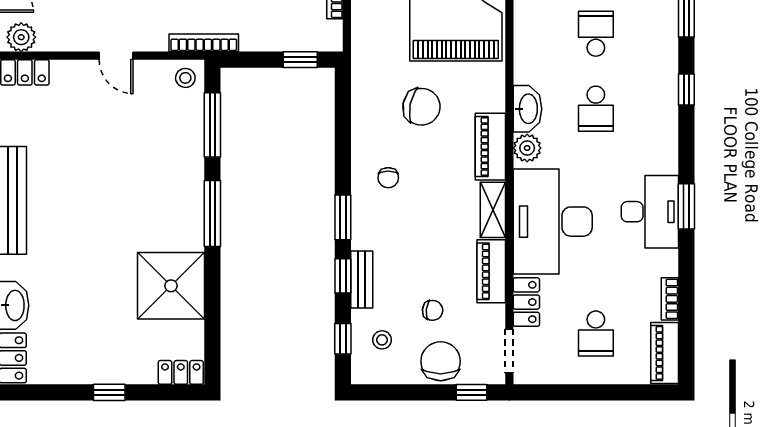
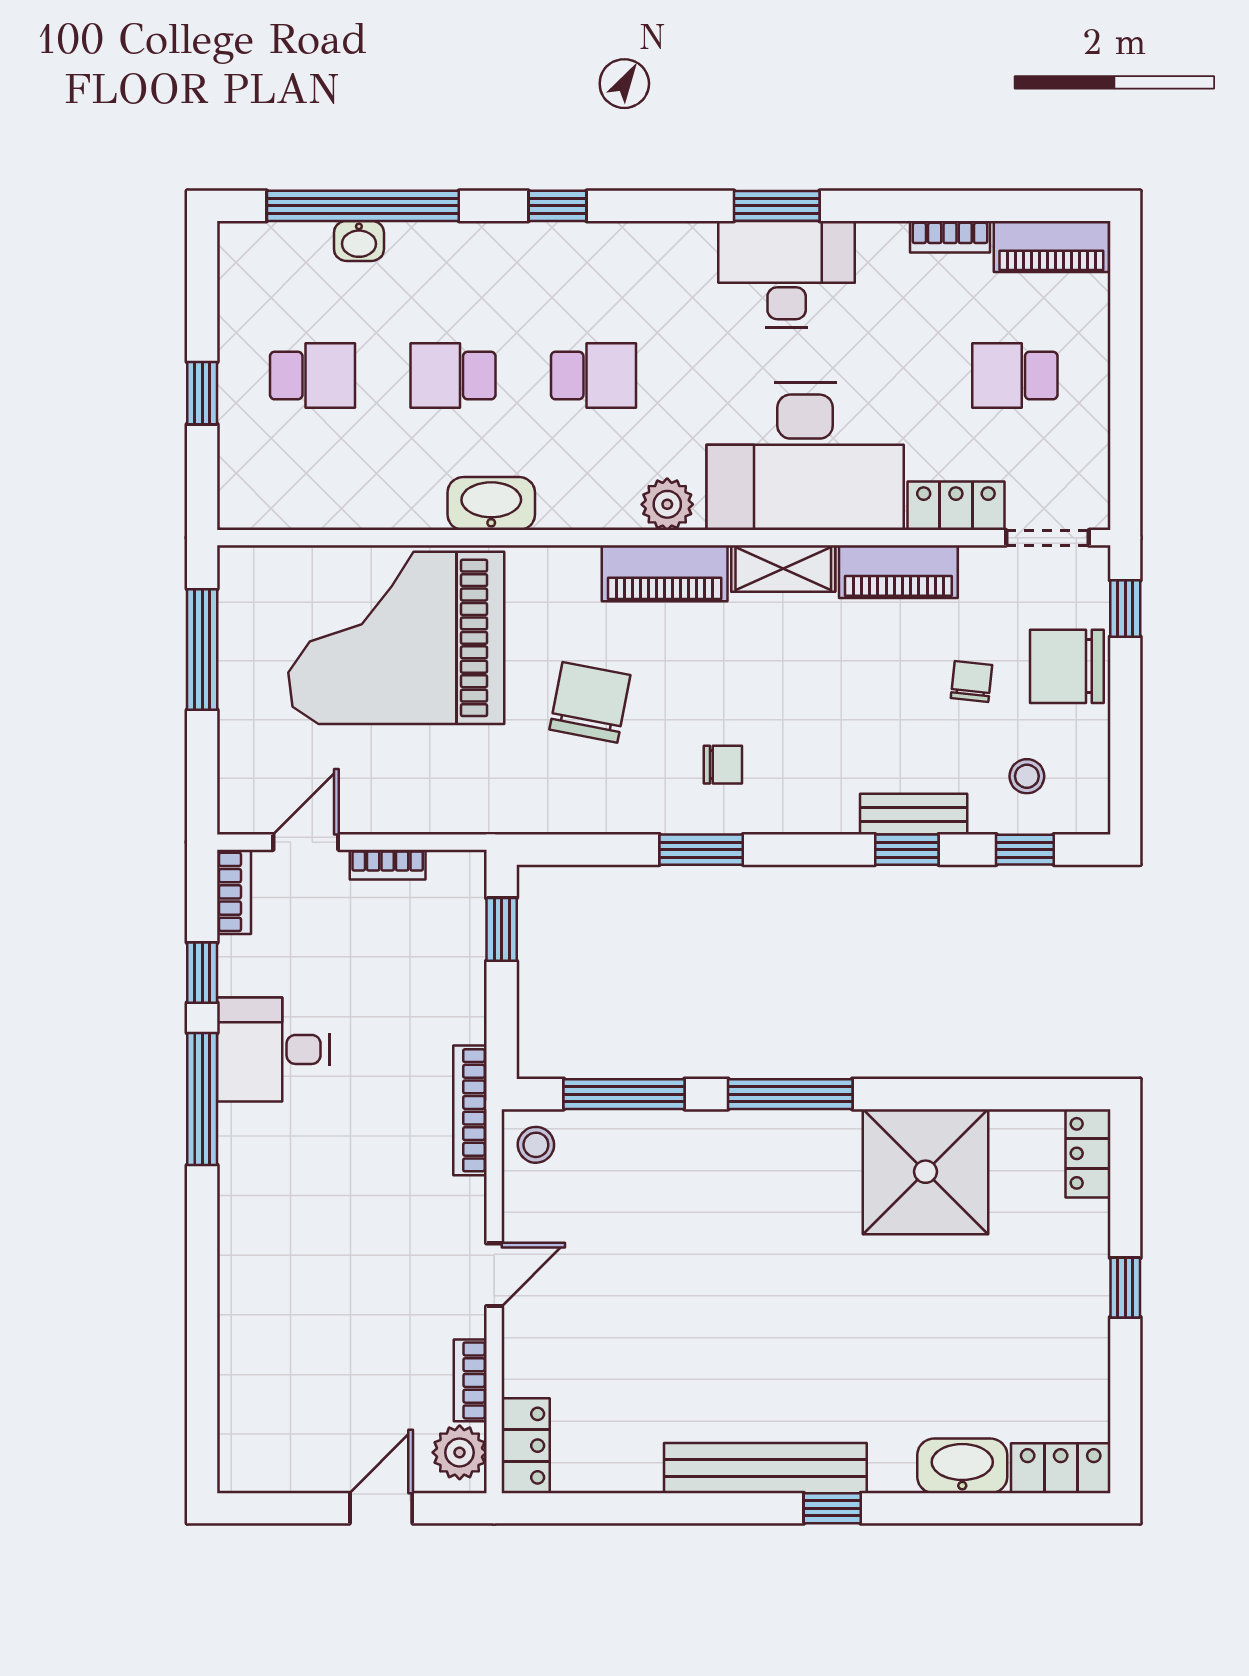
bookcase: (60, 43) -> (470, 1380), added
washbasin: (528, 109) -> (491, 504), moved
window: (343, 217) -> (701, 850), moved
school desk: (596, 333) -> (1015, 376), turned 180

